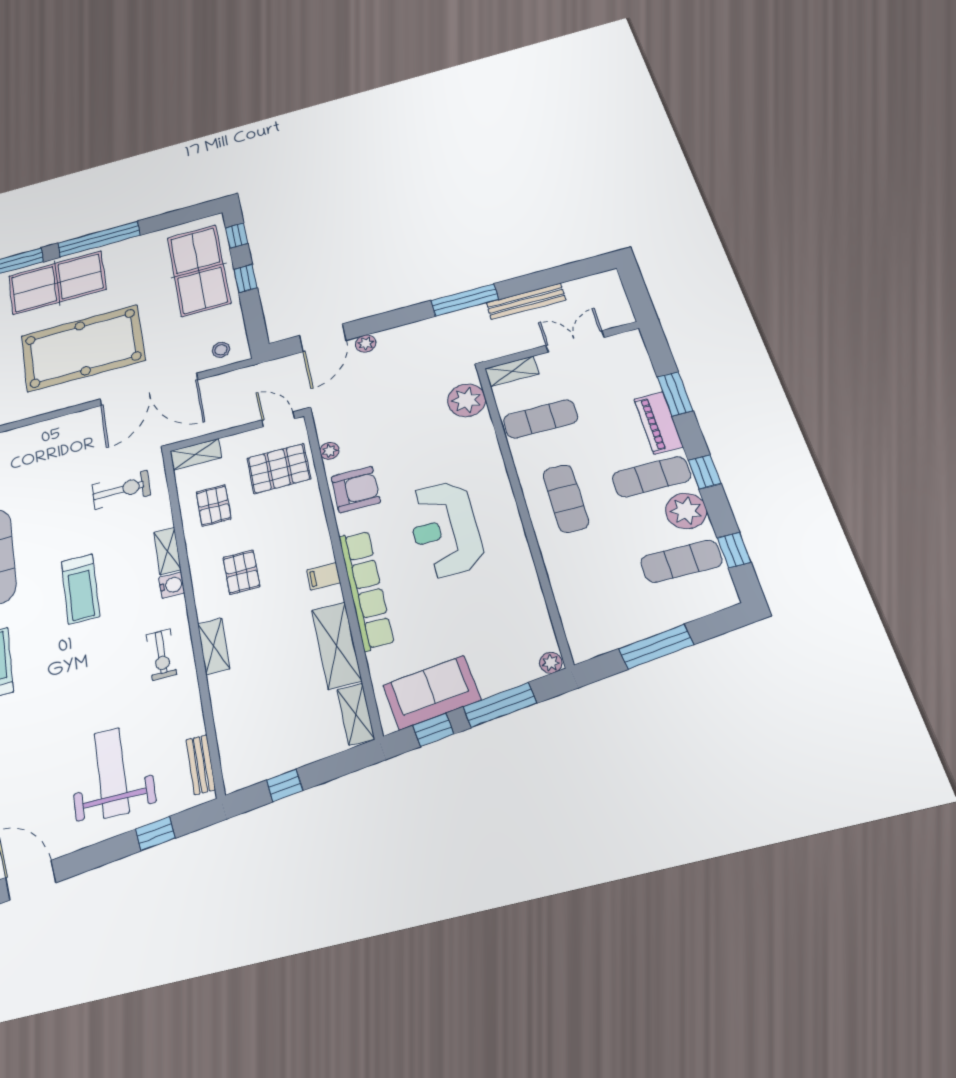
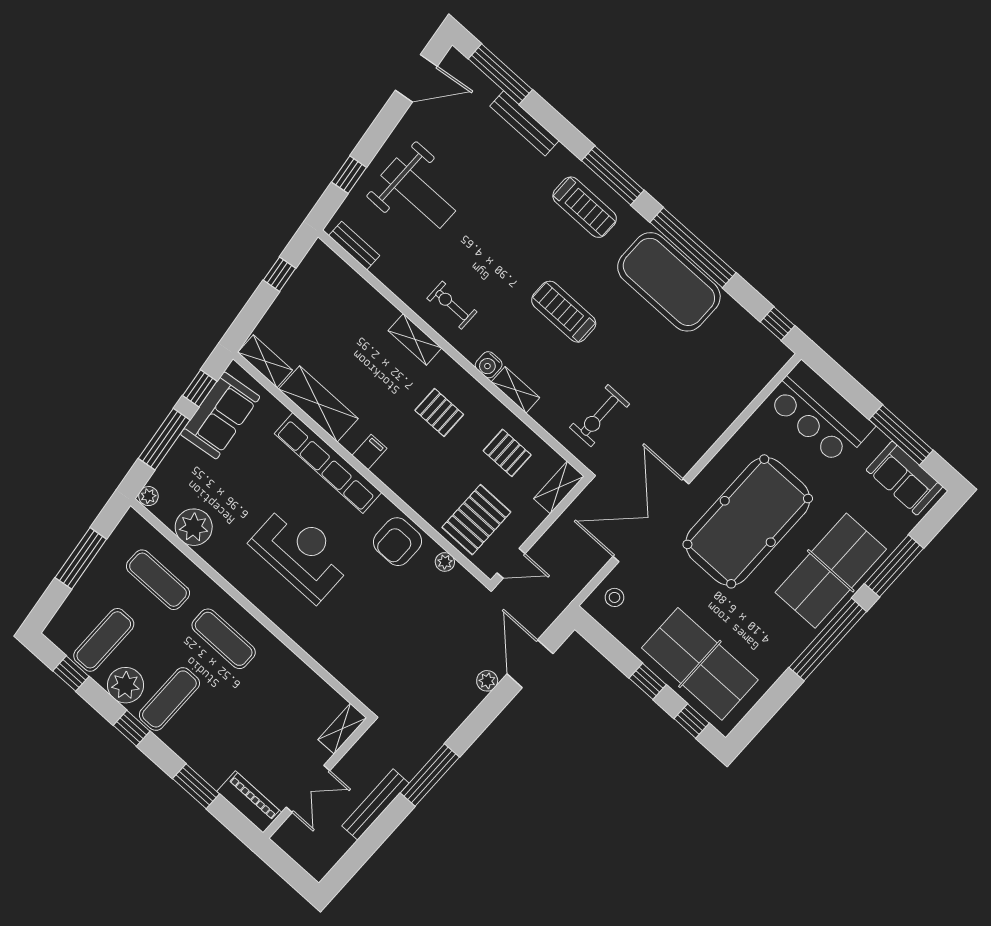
plant: (467, 400) -> (194, 527), moved
exercise mat: (541, 419) -> (158, 580), moved, turned 90
piano: (658, 423) -> (249, 802), moved

